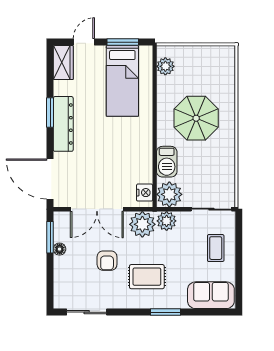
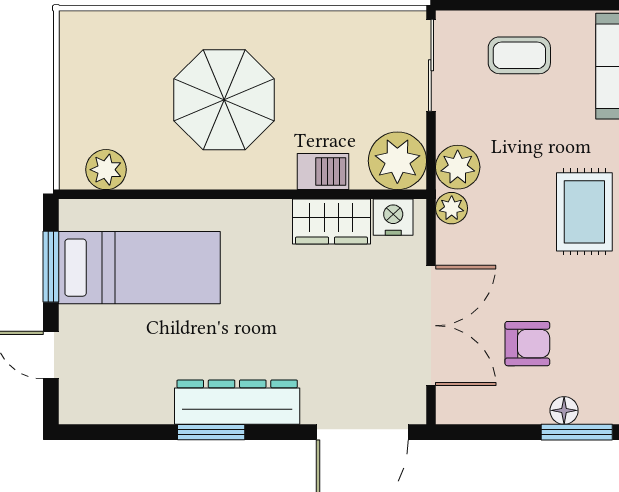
wardrobe: (63, 63) -> (331, 222), moved, turned 180
barbecue: (167, 162) -> (323, 172), width x0.73, depth x0.79
plant: (142, 224) -> (452, 208), width x0.53, depth x0.53
window: (50, 237) -> (577, 432), moved
floor lamp: (60, 249) -> (564, 410), moved
armchair: (107, 261) -> (527, 344), moved

